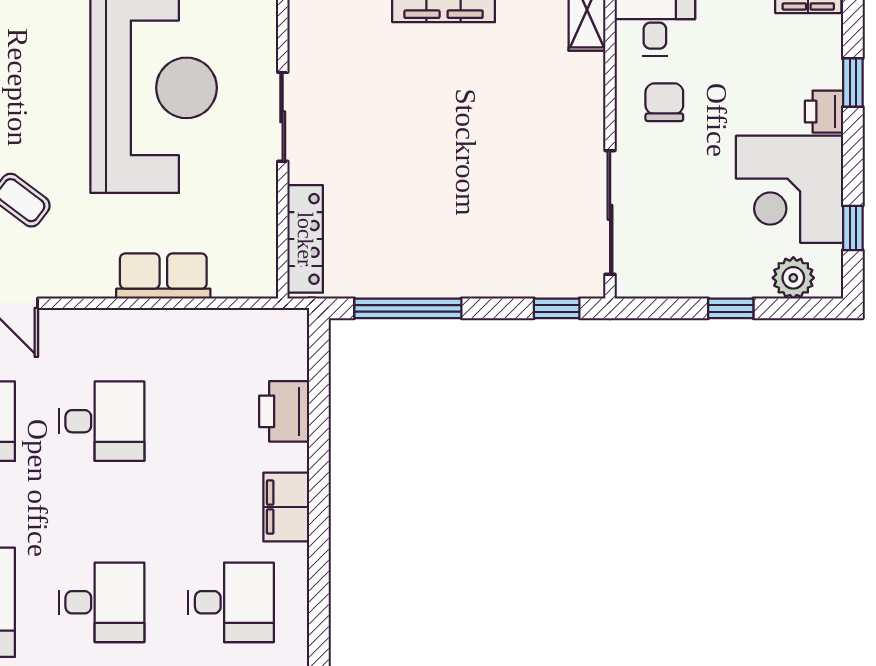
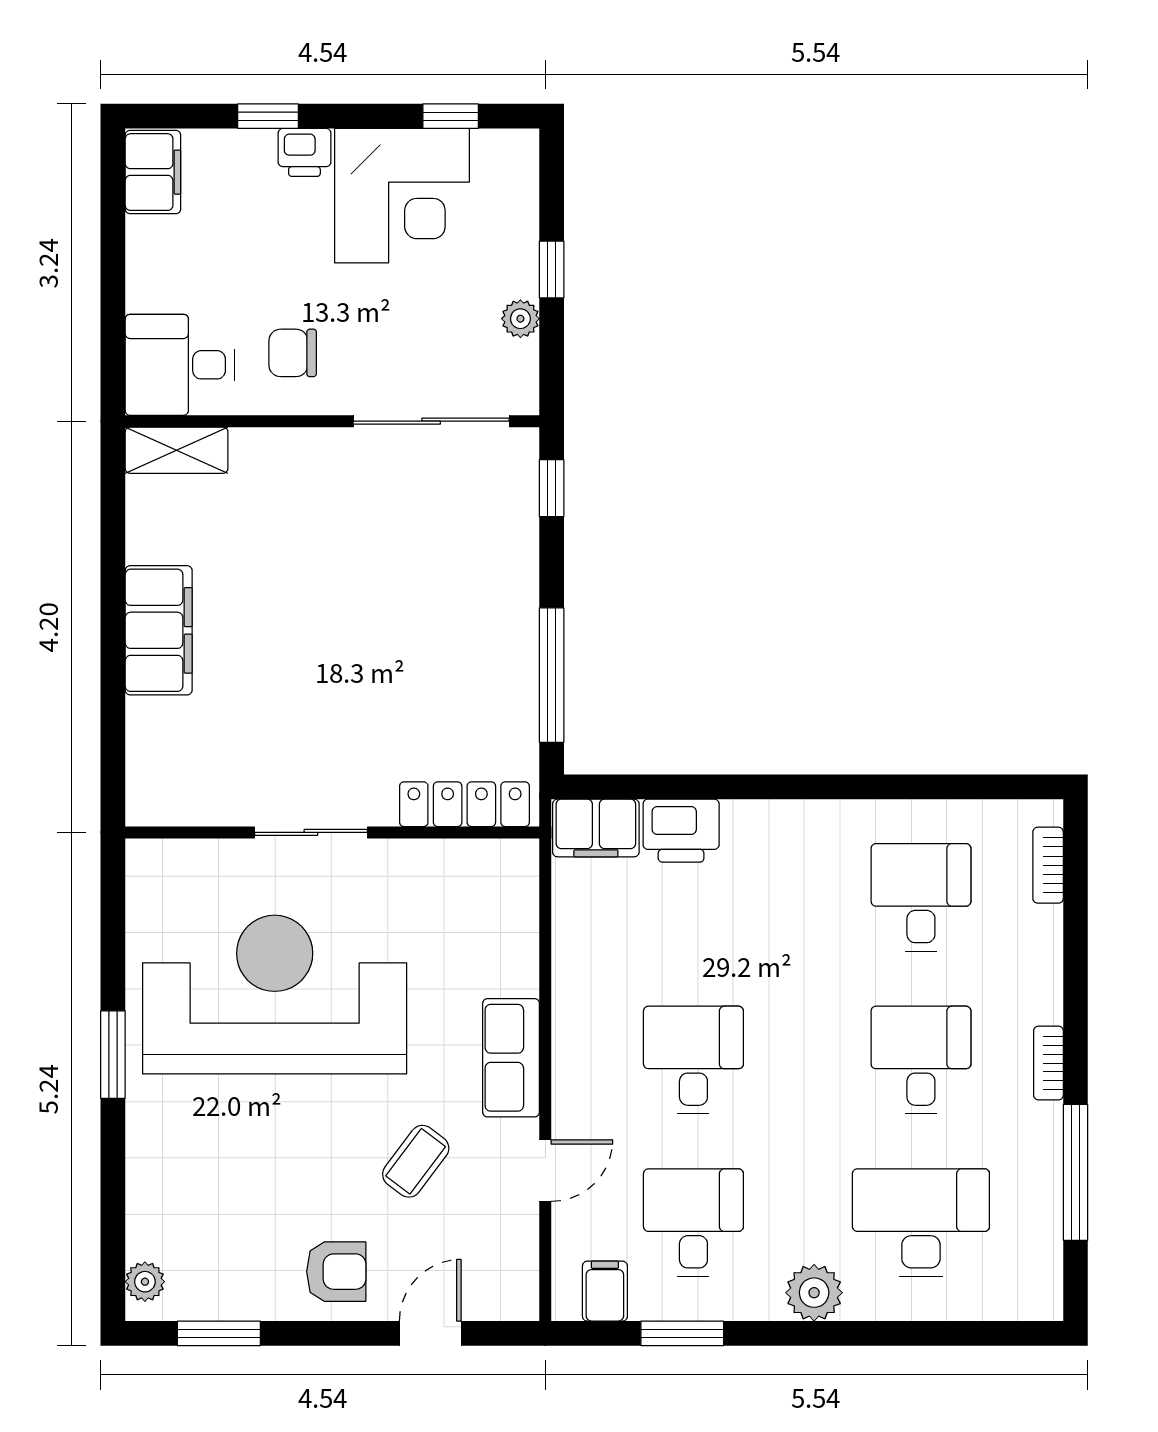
row of seats: (163, 276) -> (511, 1058), moved
plant: (793, 278) -> (520, 319), moved, width x0.73, depth x0.73
filing cabinet: (286, 507) -> (596, 828), moved

